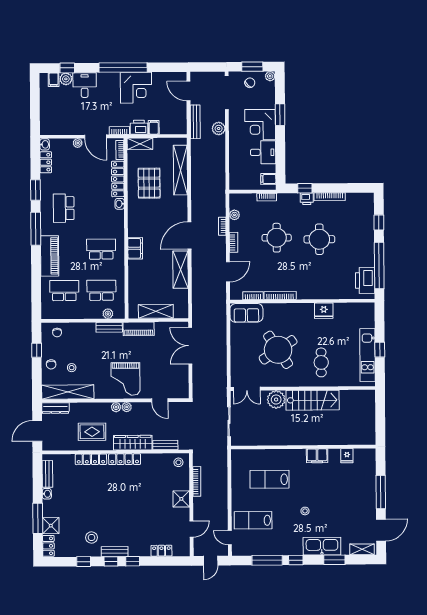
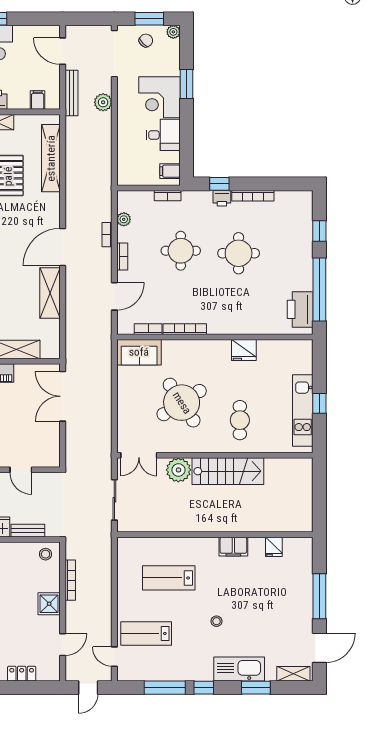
filing cabinet: (154, 127) -> (38, 100), moved

